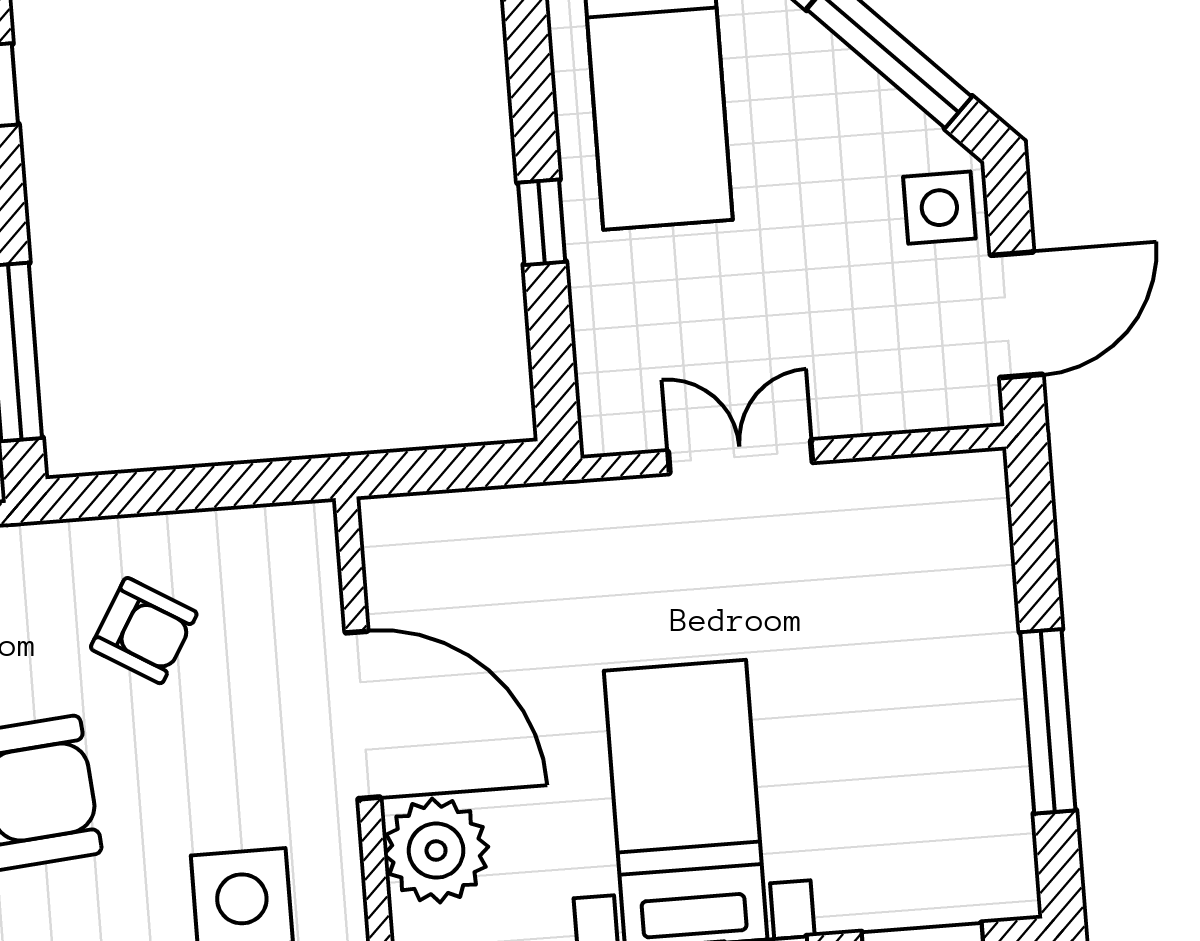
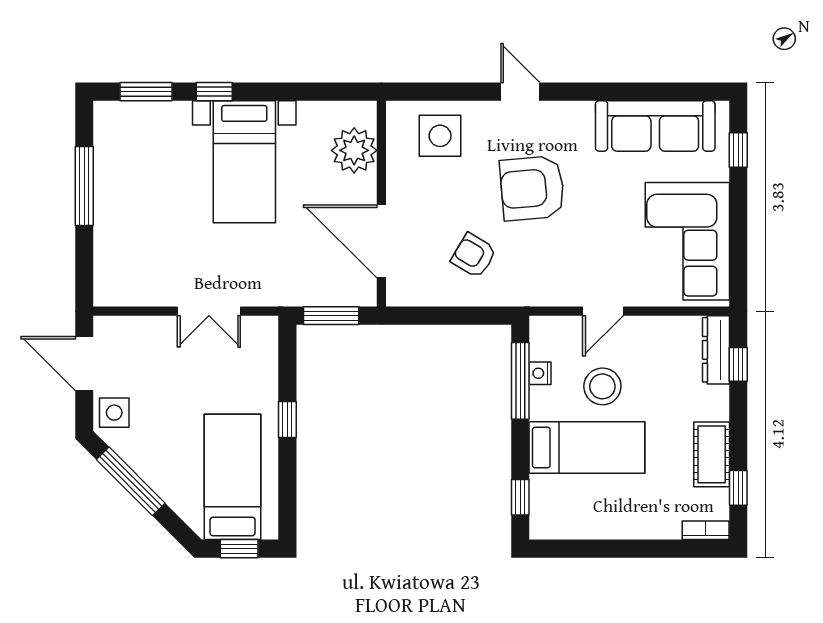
door: (1017, 315) -> (84, 364), hinge flipped
window: (460, 468) -> (331, 316), added
door: (363, 715) -> (381, 241), moved

